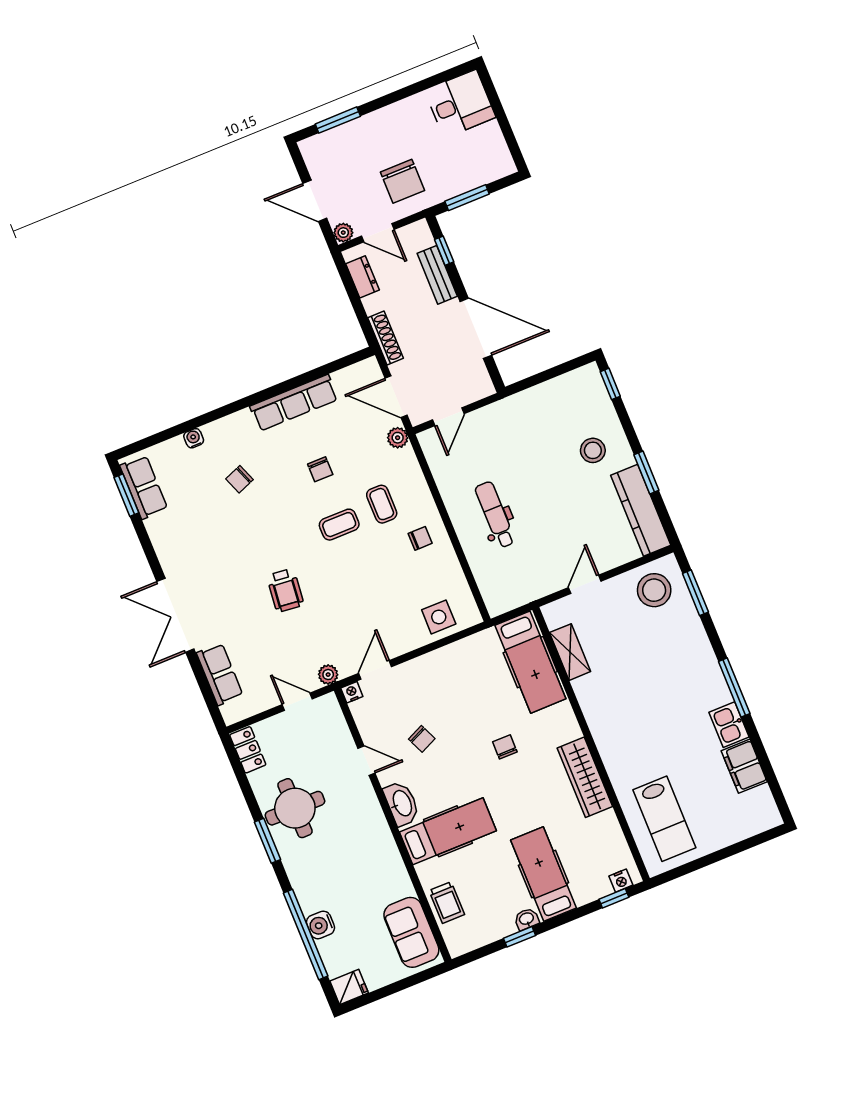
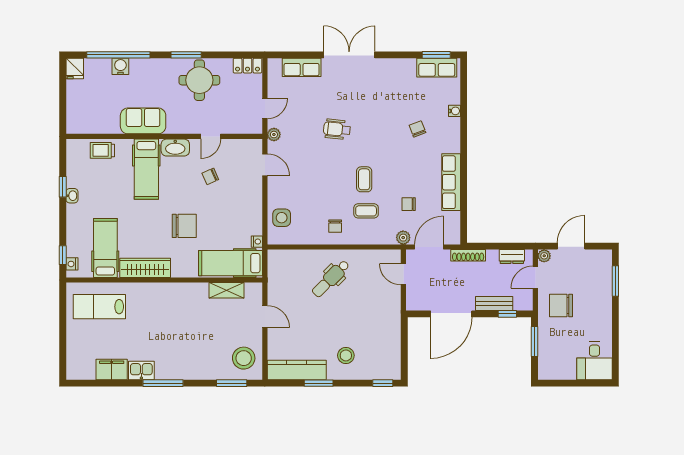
chair: (320, 469) -> (409, 204), moved
dental chair: (495, 515) -> (331, 279), turned 135
nightstand: (352, 692) -> (257, 242), moved
chair: (505, 747) -> (184, 226), width x1.87, depth x1.87
hospital bed: (544, 874) -> (105, 248), moved, turned -90
sofa: (411, 932) -> (143, 121), moved

